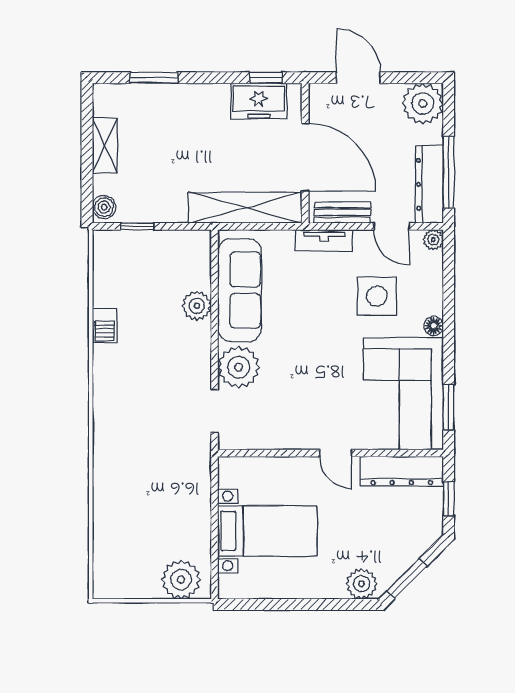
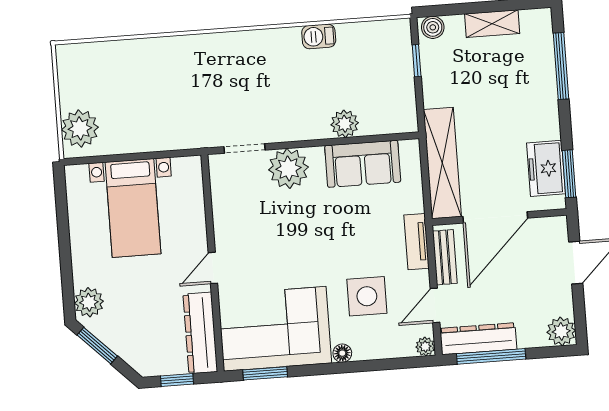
window: (154, 78) -> (561, 66), width x1.44
window: (266, 78) -> (569, 174), width x1.50
plant: (423, 104) -> (561, 331), width x0.73, depth x0.73
sofa: (240, 290) -> (363, 164), width x0.73

